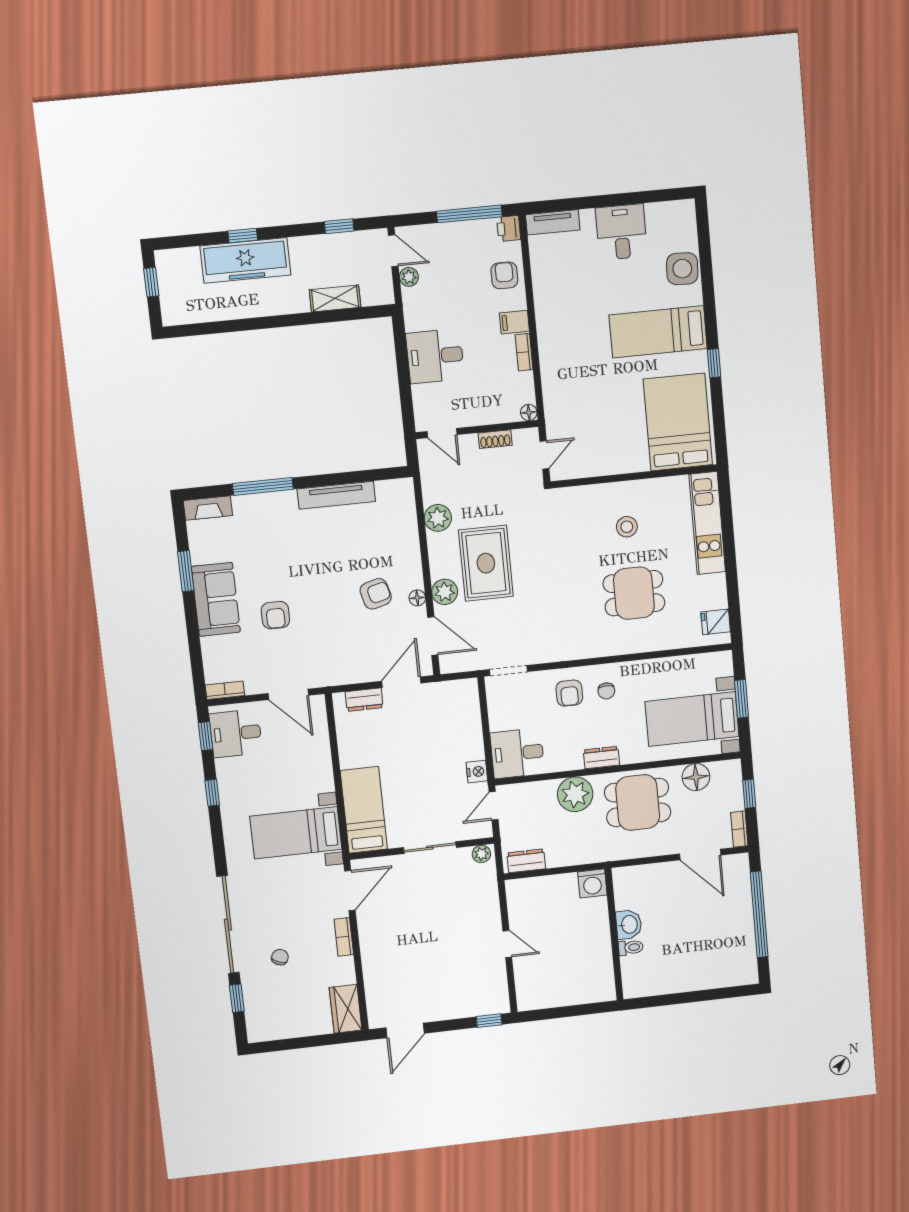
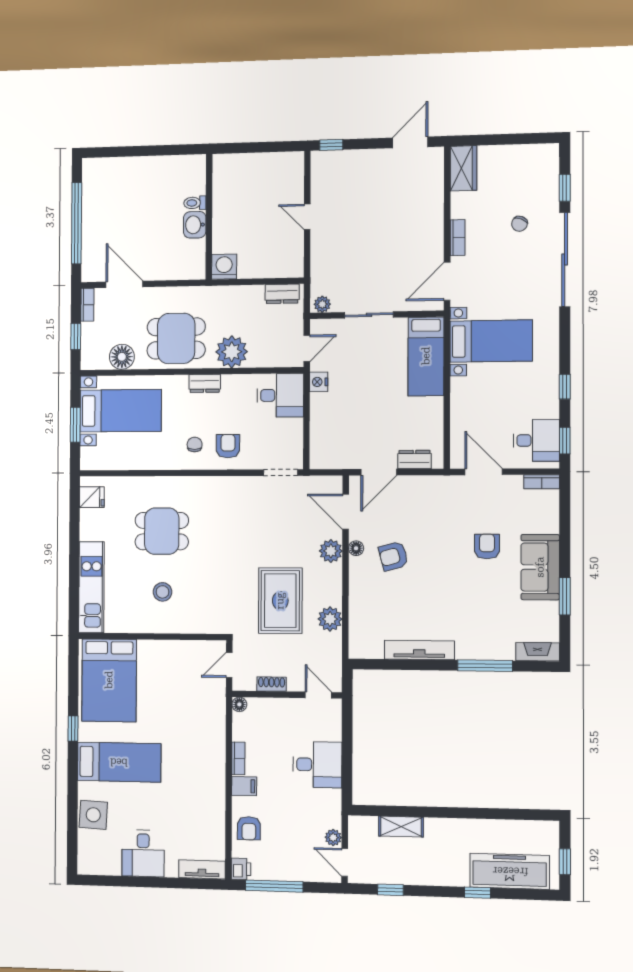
freezer: (245, 260) -> (510, 871), moved
rug: (486, 563) -> (280, 601), moved

